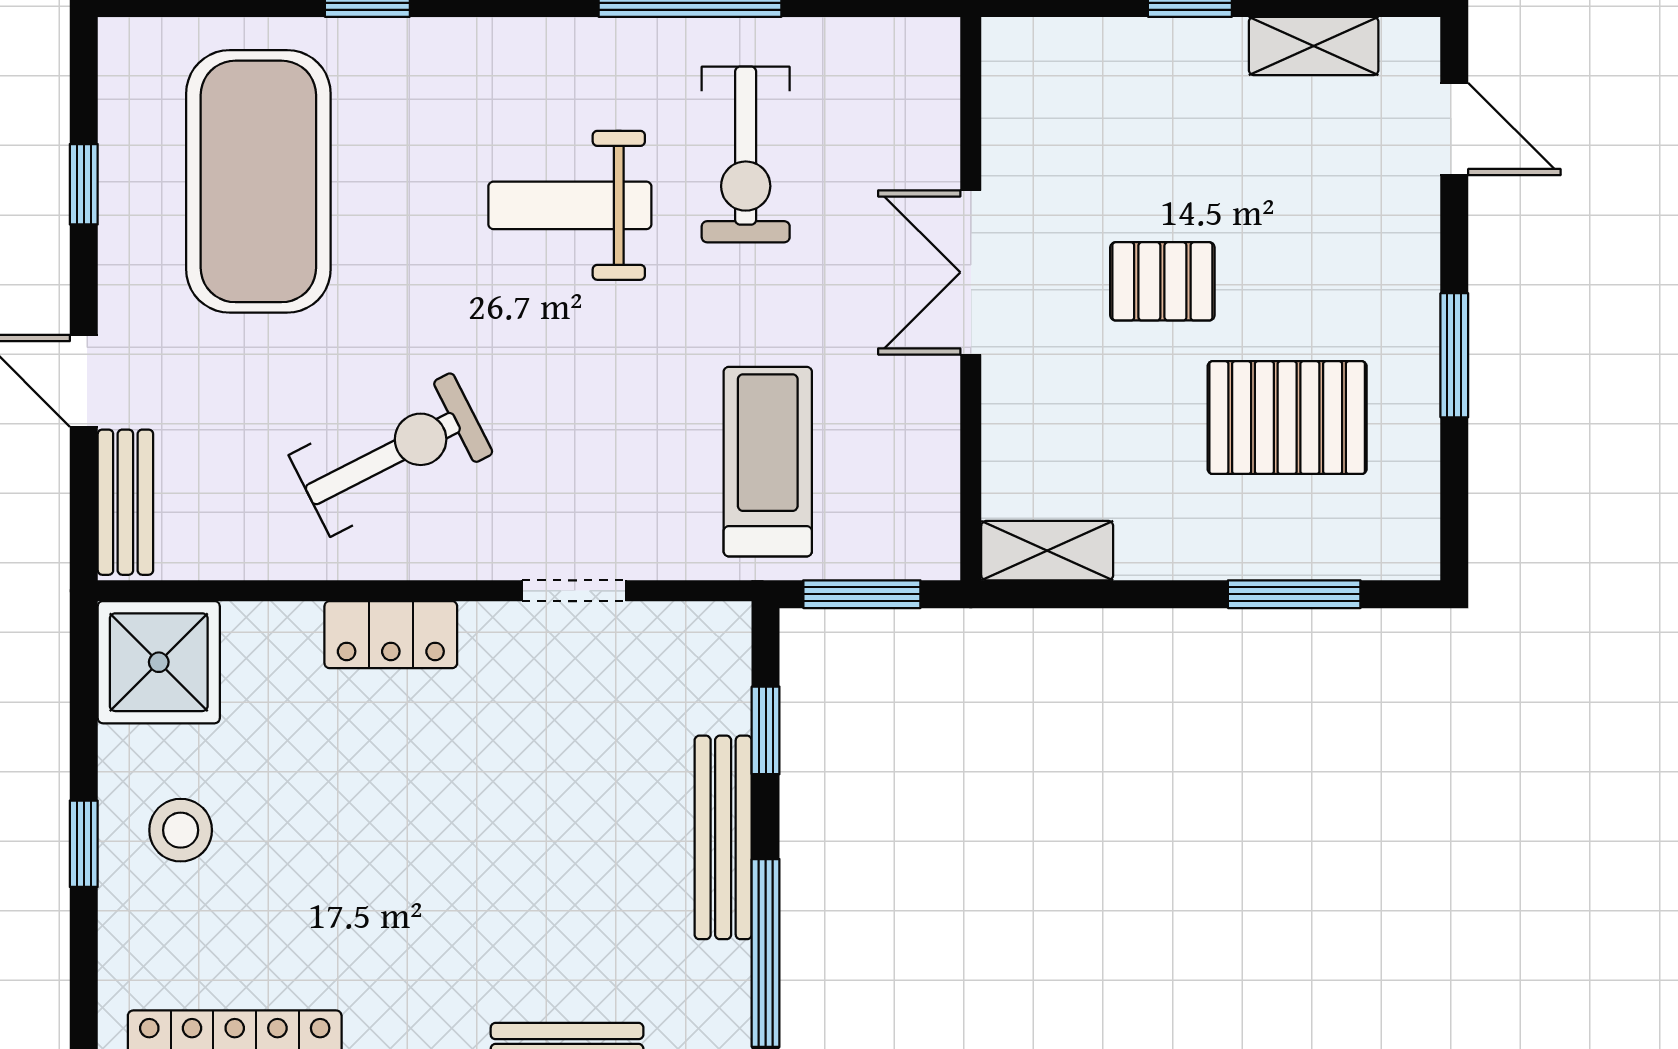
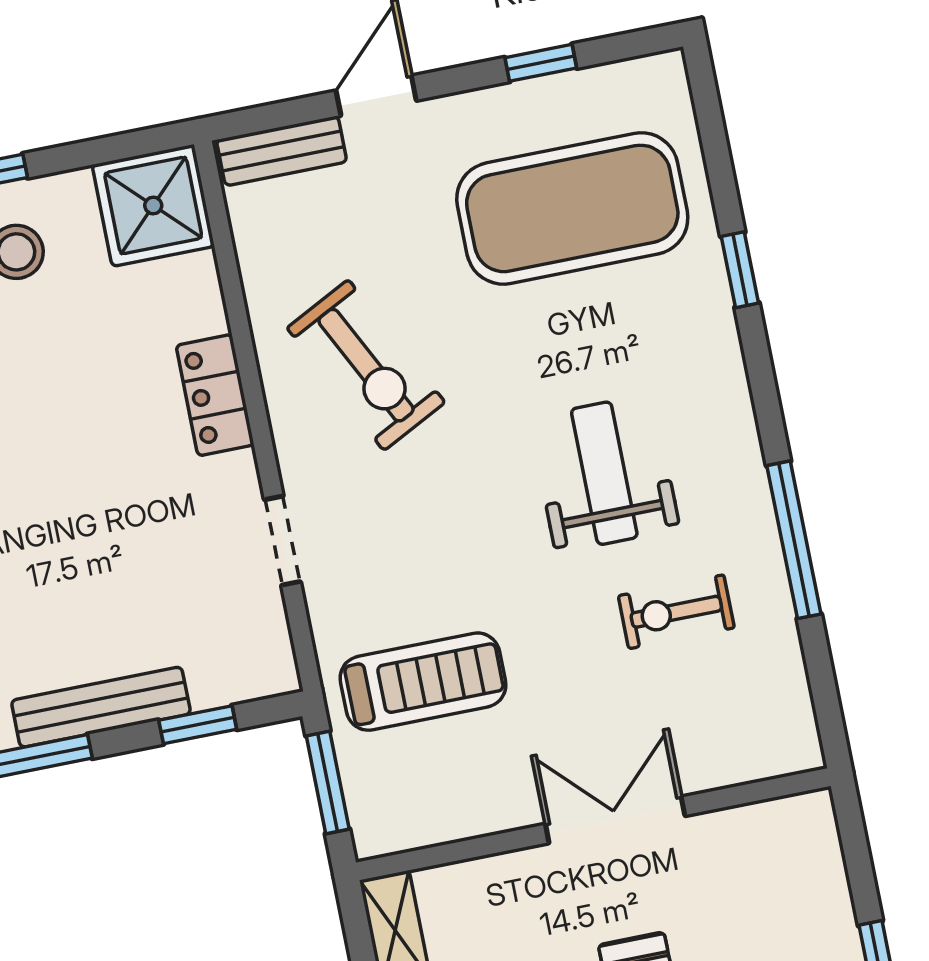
exercise bike: (746, 154) -> (676, 612), width x0.73, depth x0.72

